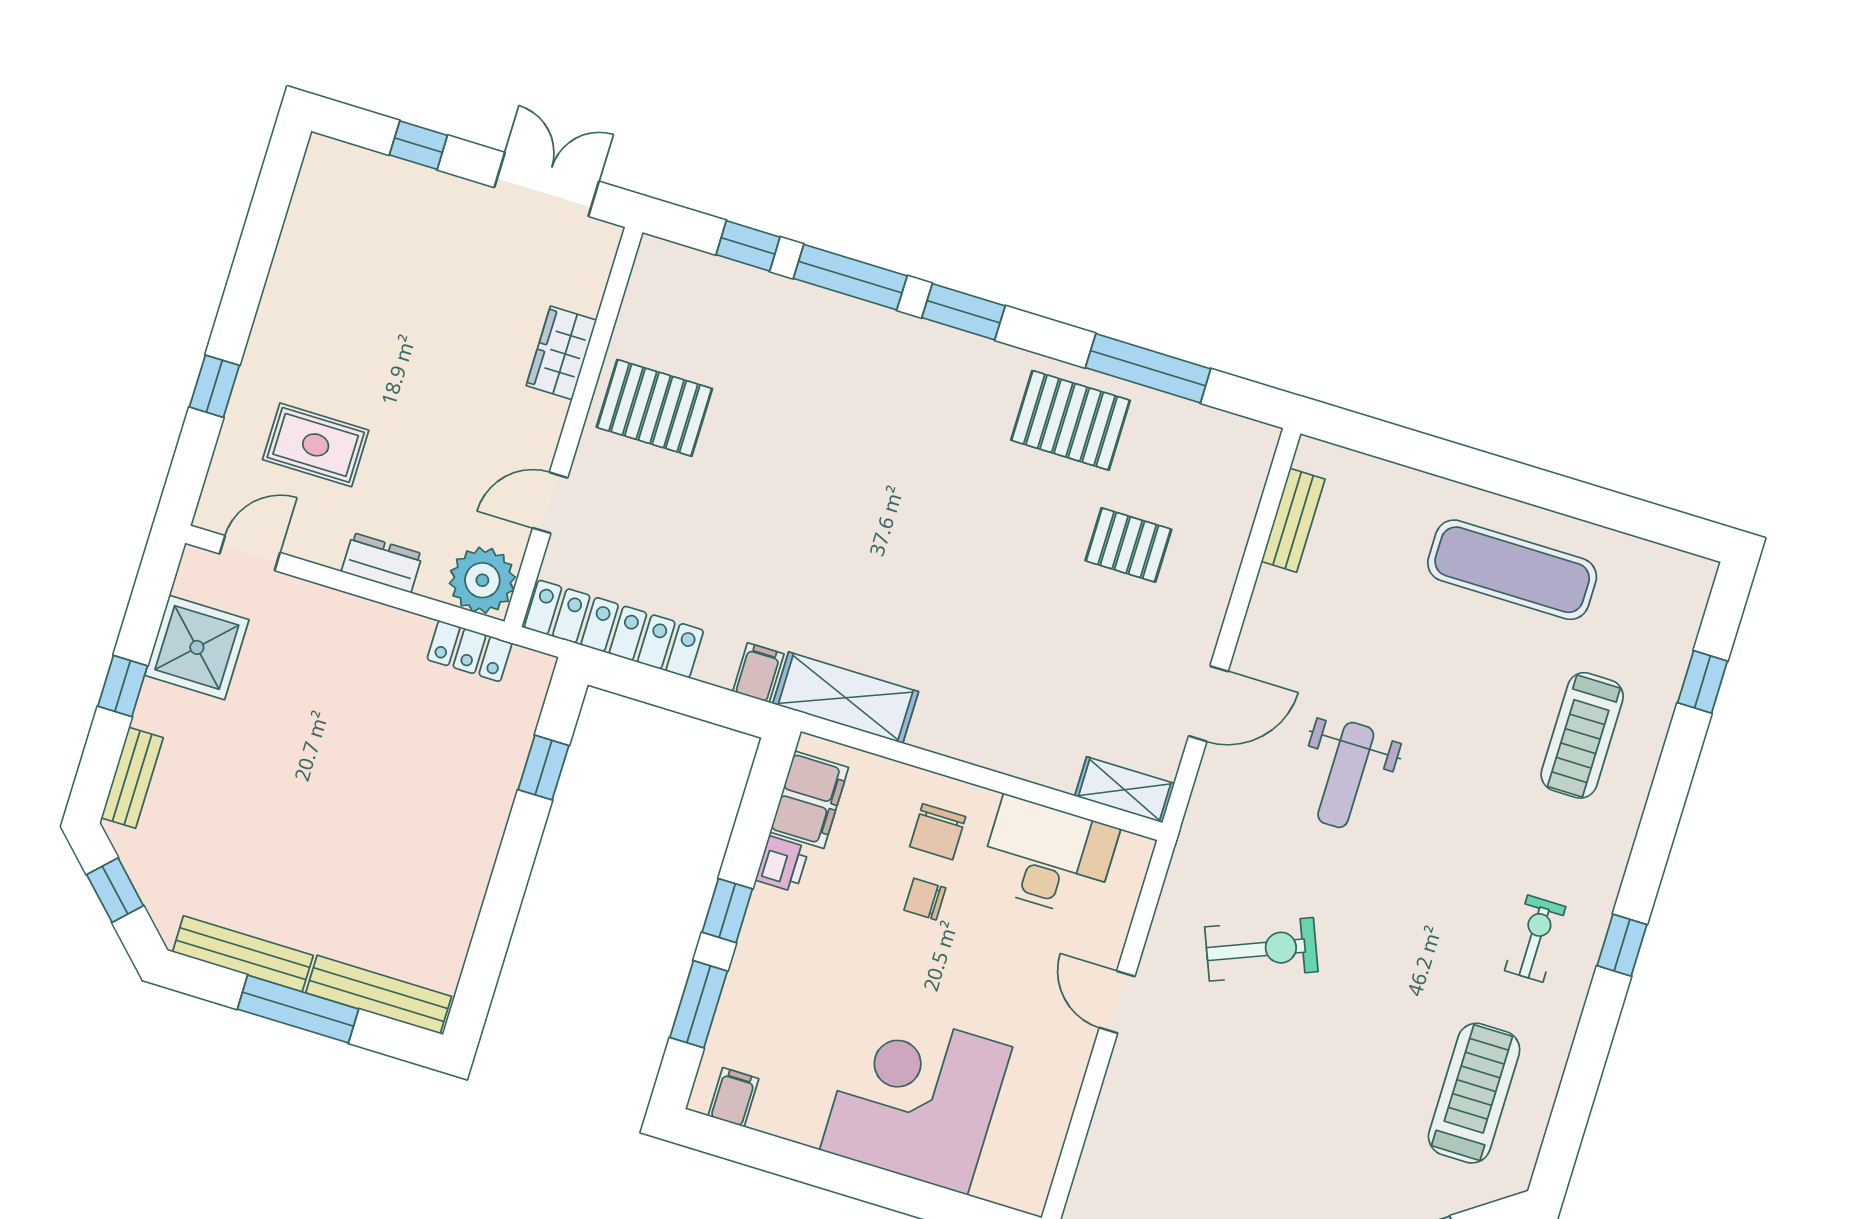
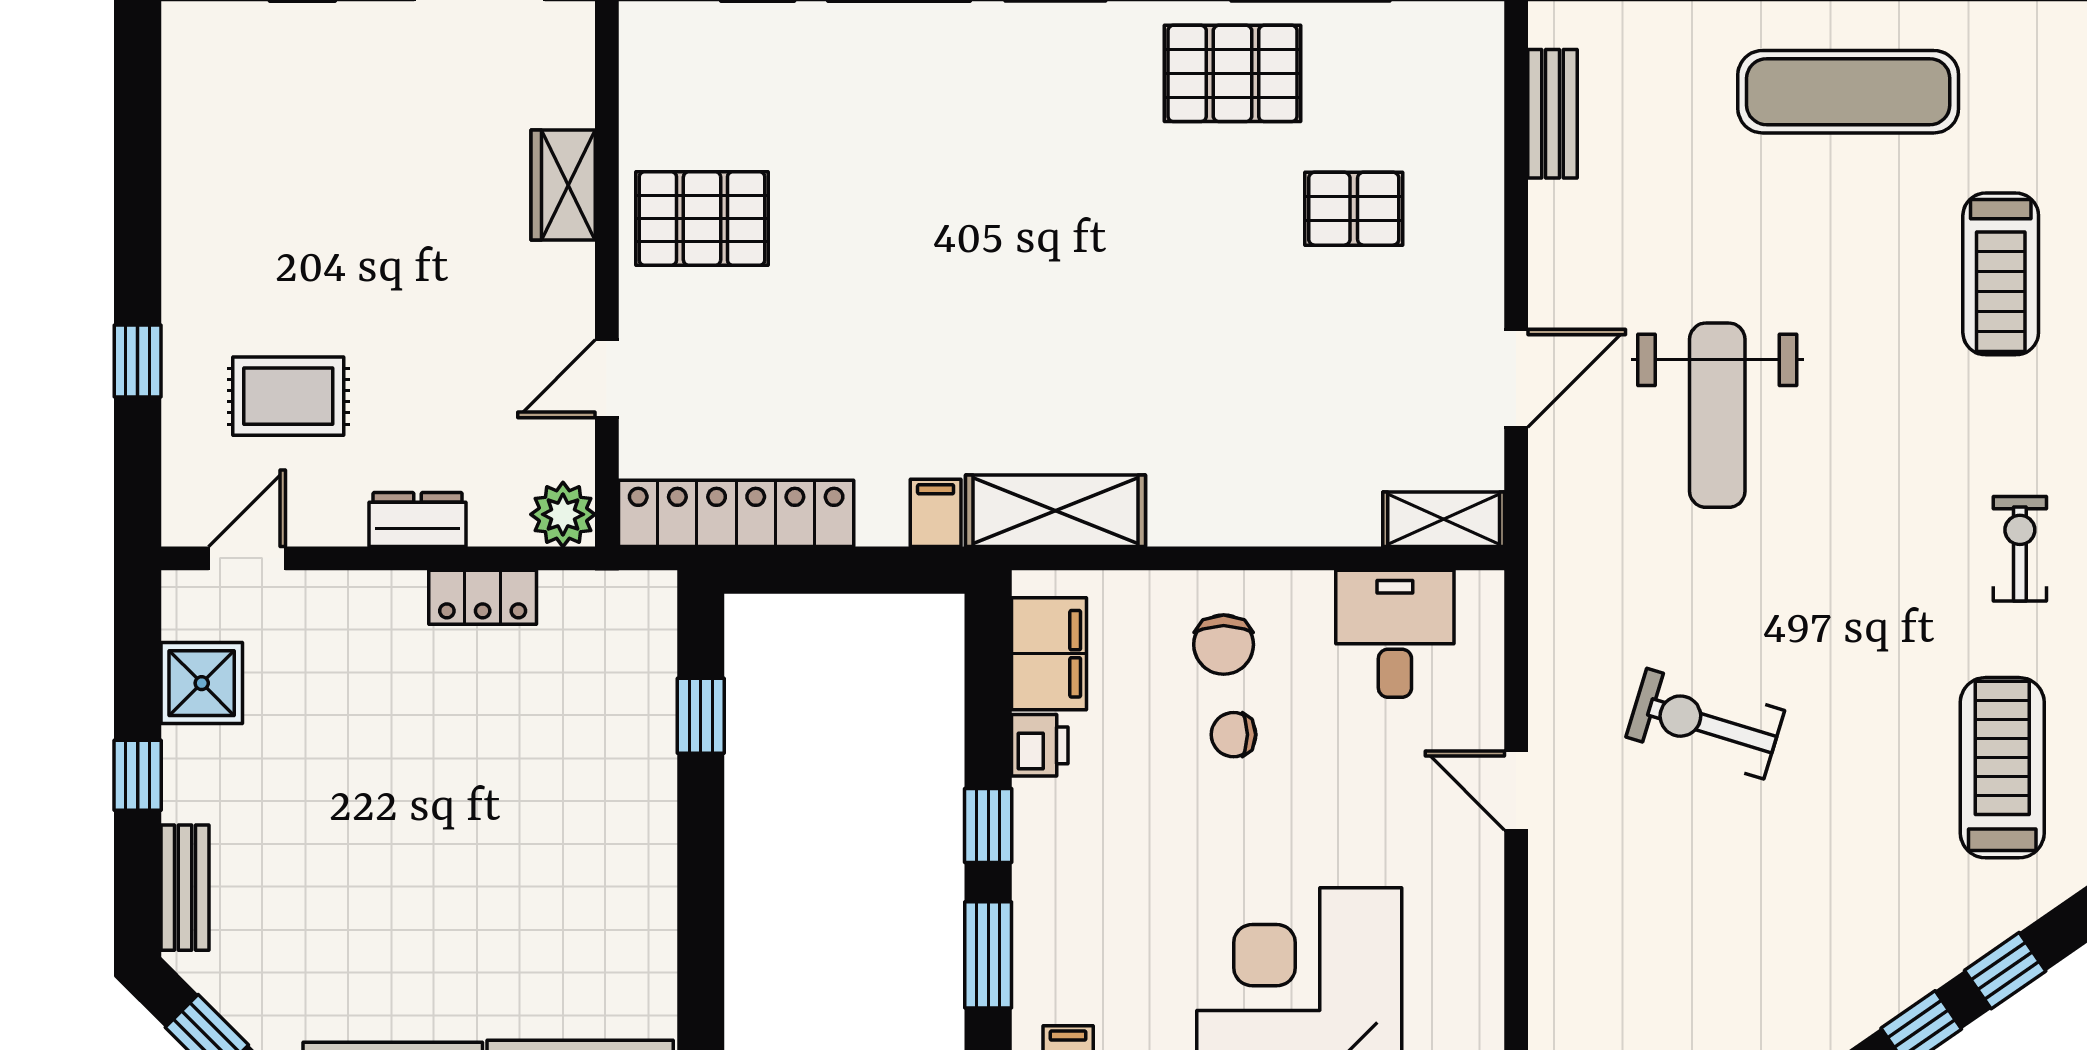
plant: (482, 580) -> (563, 514), width x0.73, depth x0.73
shower: (197, 647) -> (202, 683), width x0.73, depth x0.73
locker: (469, 651) -> (483, 597), moved
weight bench: (1346, 775) -> (1717, 415), width x1.36, depth x1.33
desk: (1048, 857) -> (1395, 634), width x0.73
exercise bike: (1261, 949) -> (1705, 724), moved, turned -141

